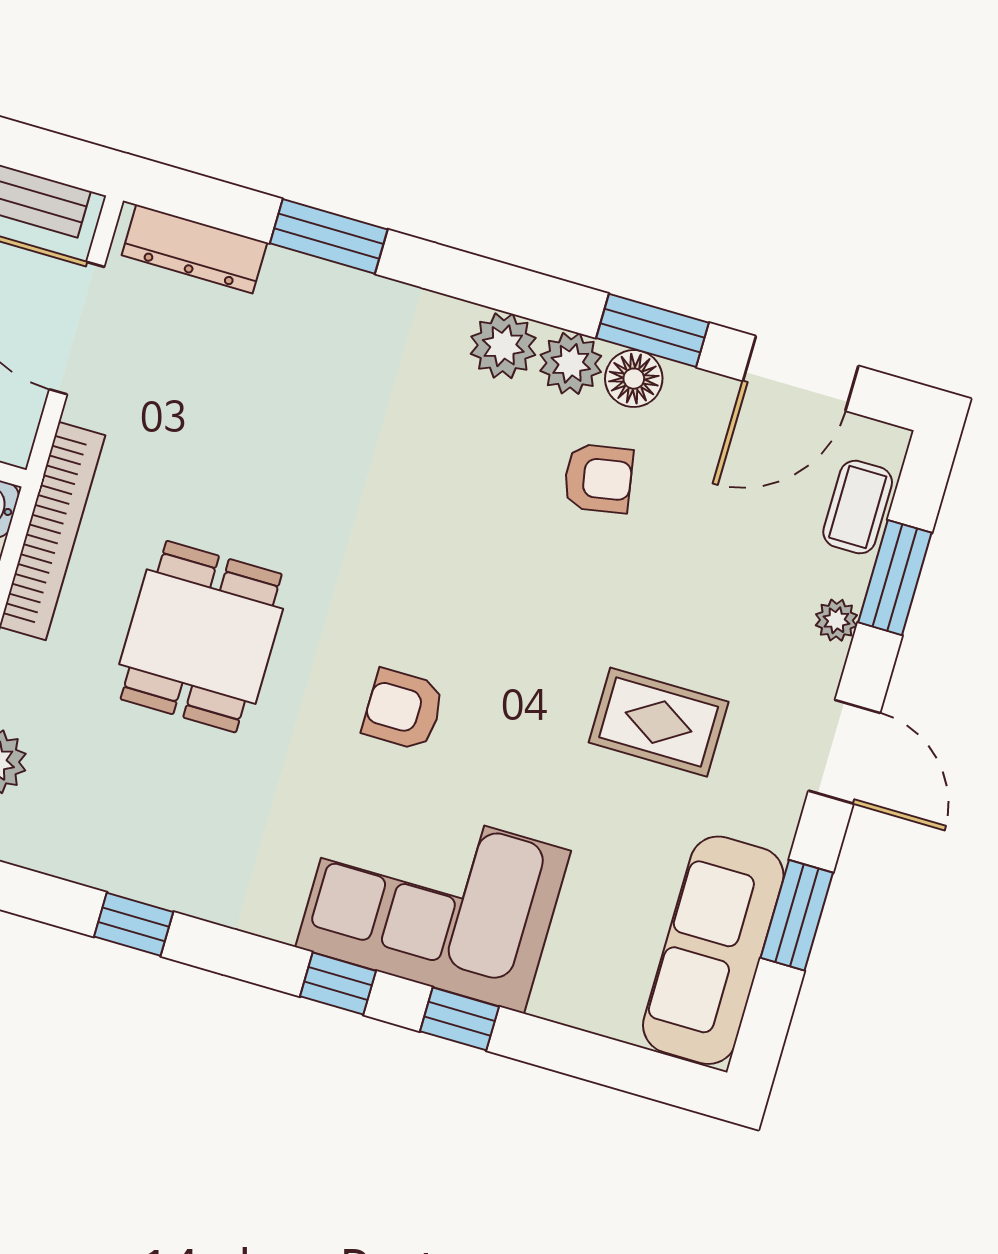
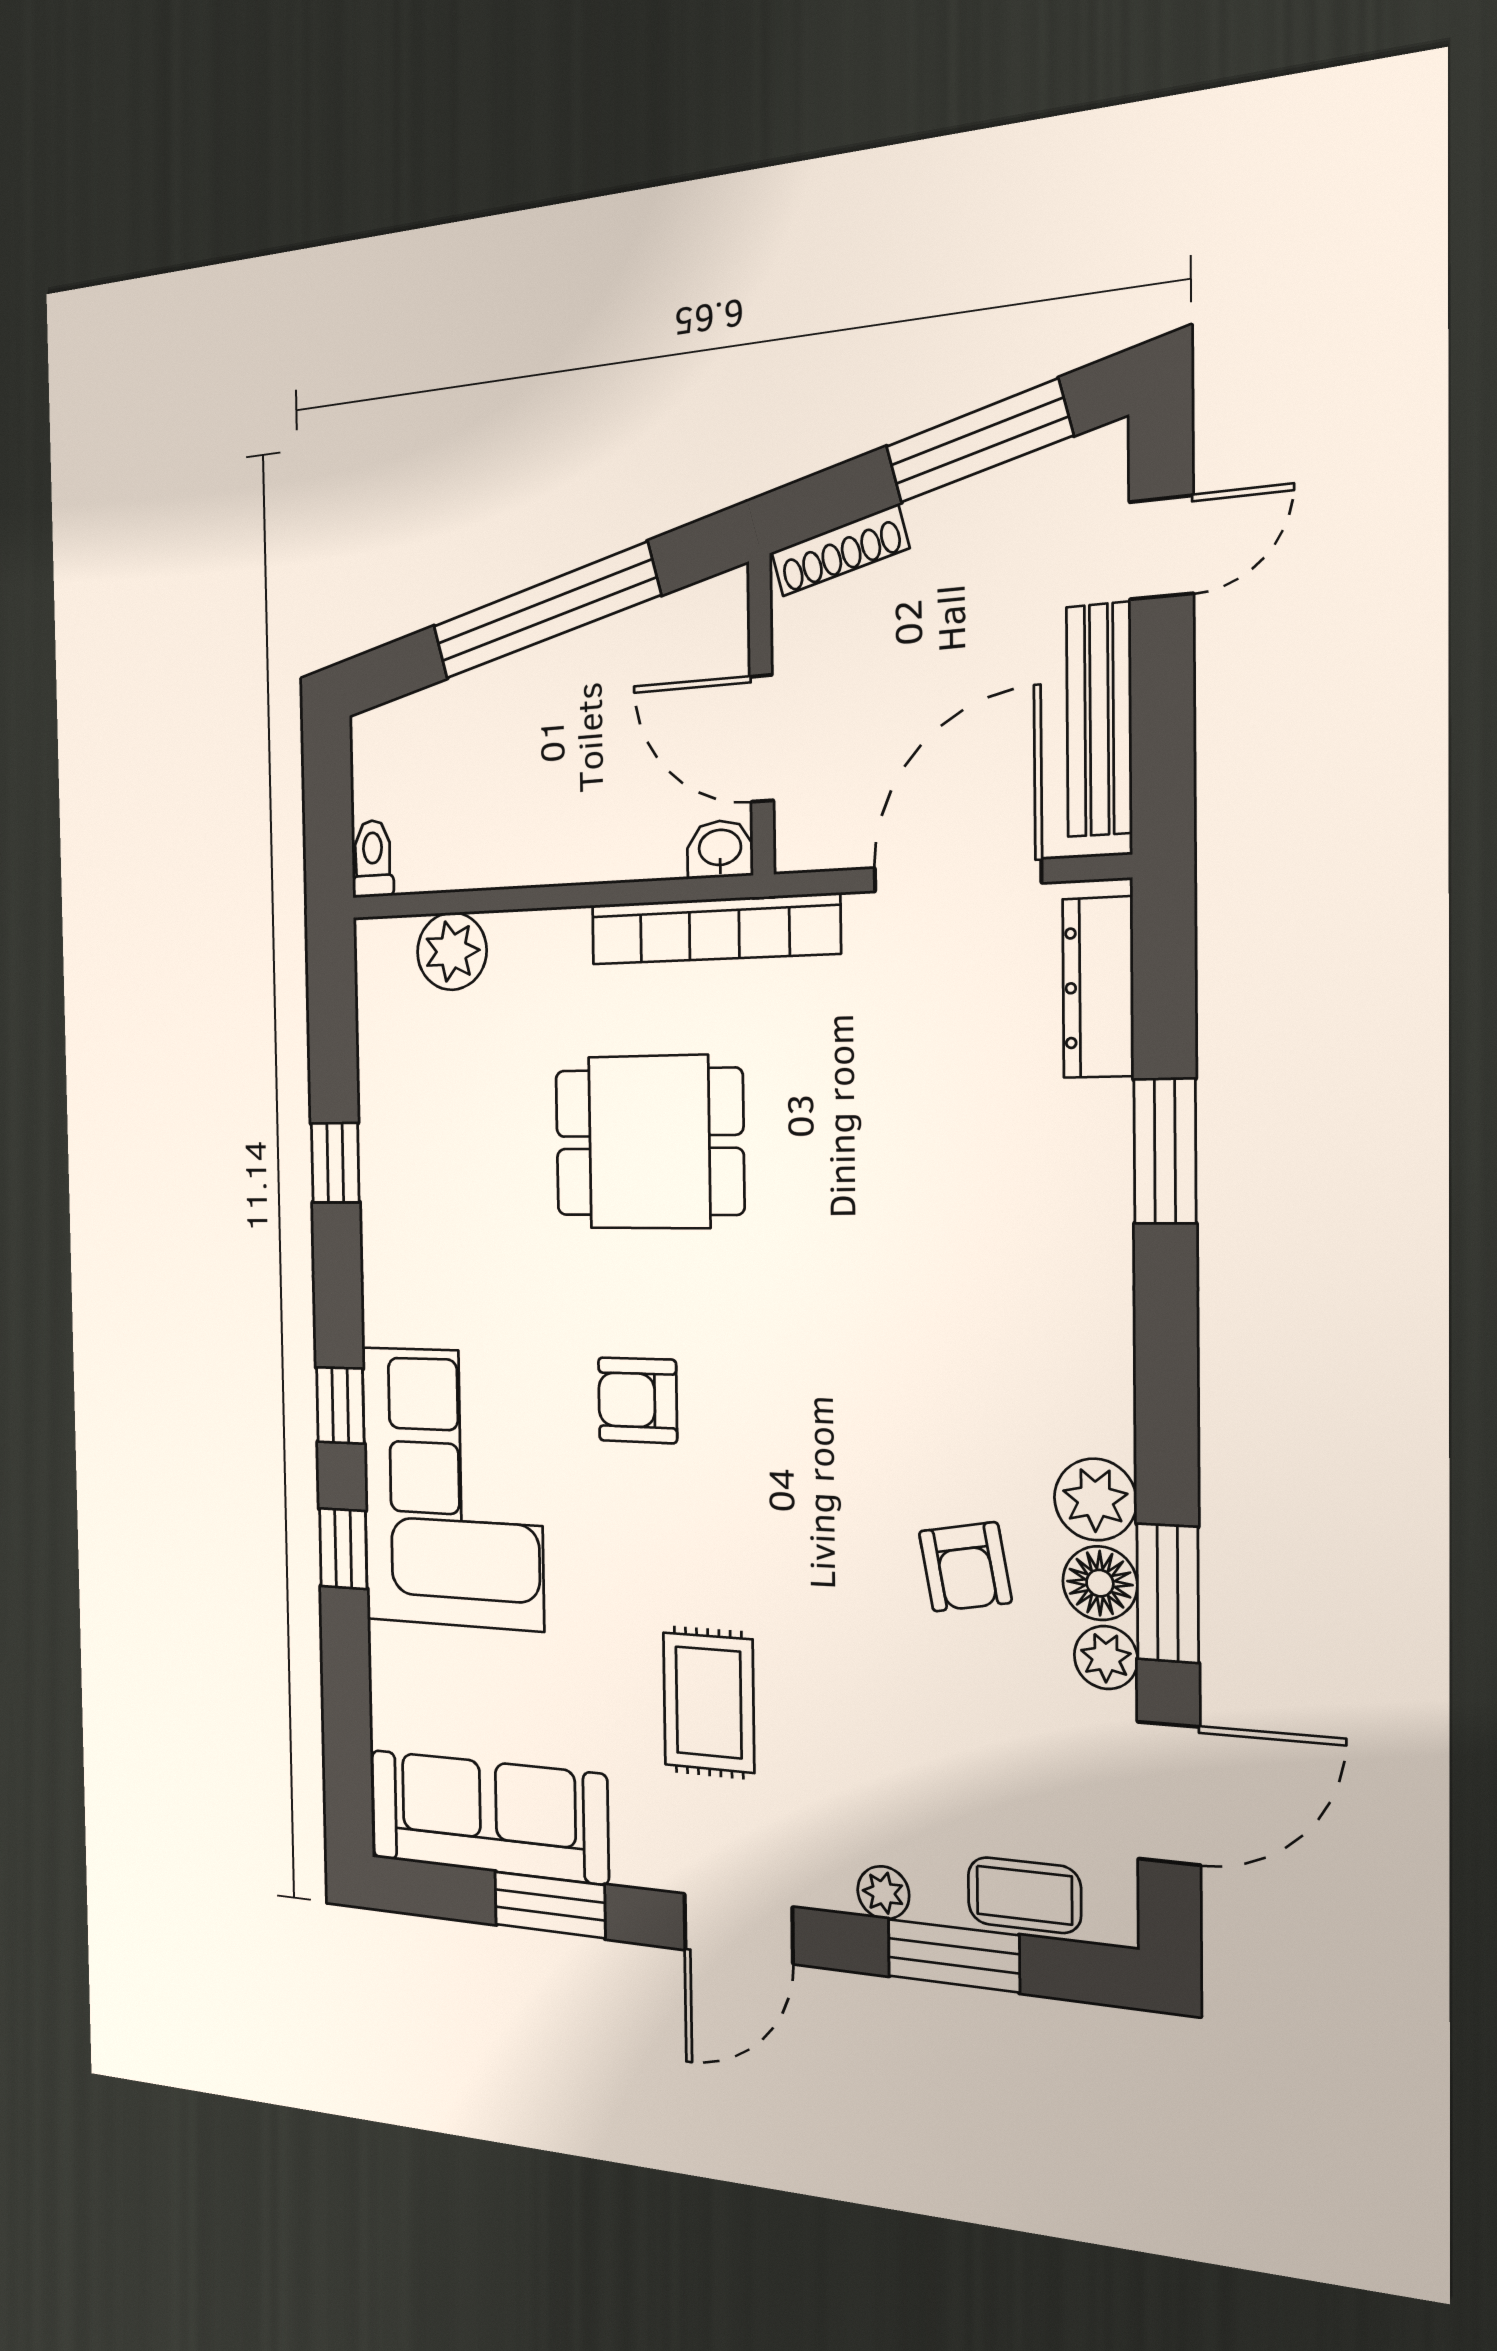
plant: (503, 346) -> (1106, 1657), moved, width x0.73, depth x0.73
door: (801, 373) -> (1169, 1793), swing flipped
armchair: (403, 710) -> (638, 1400), turned -90

